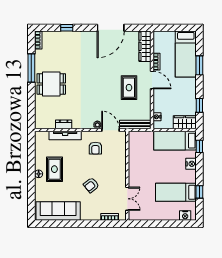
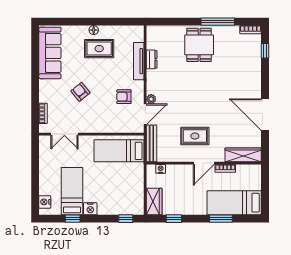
window: (67, 28) -> (265, 51), moved
bed: (175, 141) -> (119, 151), moved, turned -90
nightstand: (191, 164) -> (90, 209), moved

